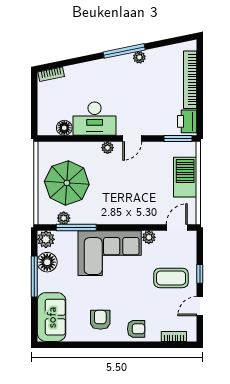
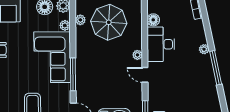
plant: (139, 57) -> (204, 49), moved
window: (76, 228) -> (73, 74), moved
plant: (149, 237) -> (65, 25), moved

